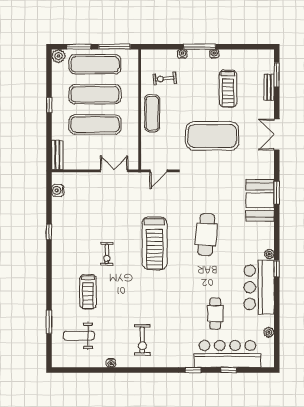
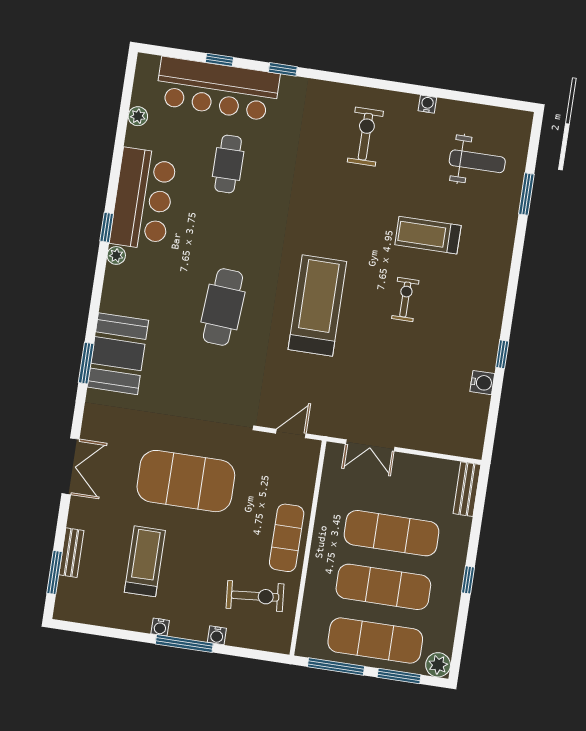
exercise bike: (165, 79) -> (255, 596), width x1.38, depth x1.39
water cooler: (58, 190) -> (482, 383), moved
treadmill: (88, 292) -> (428, 235), moved, turned -90

